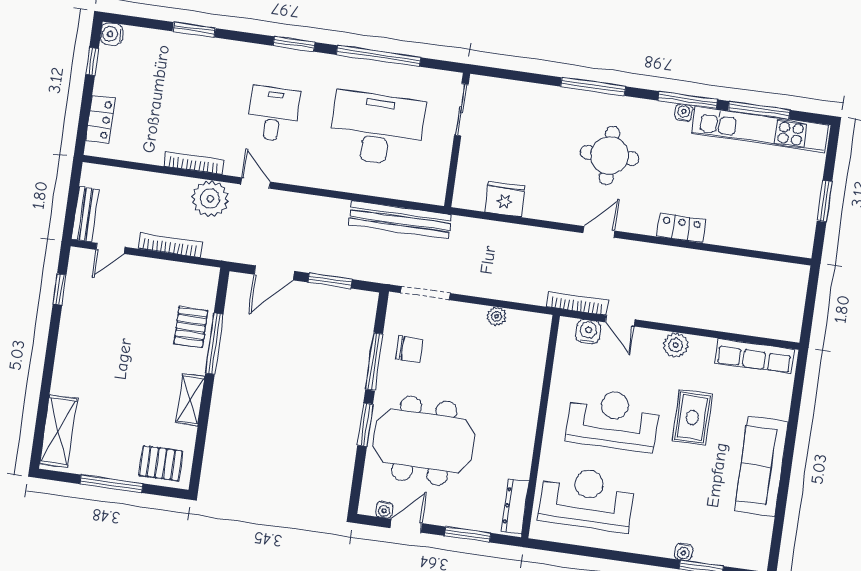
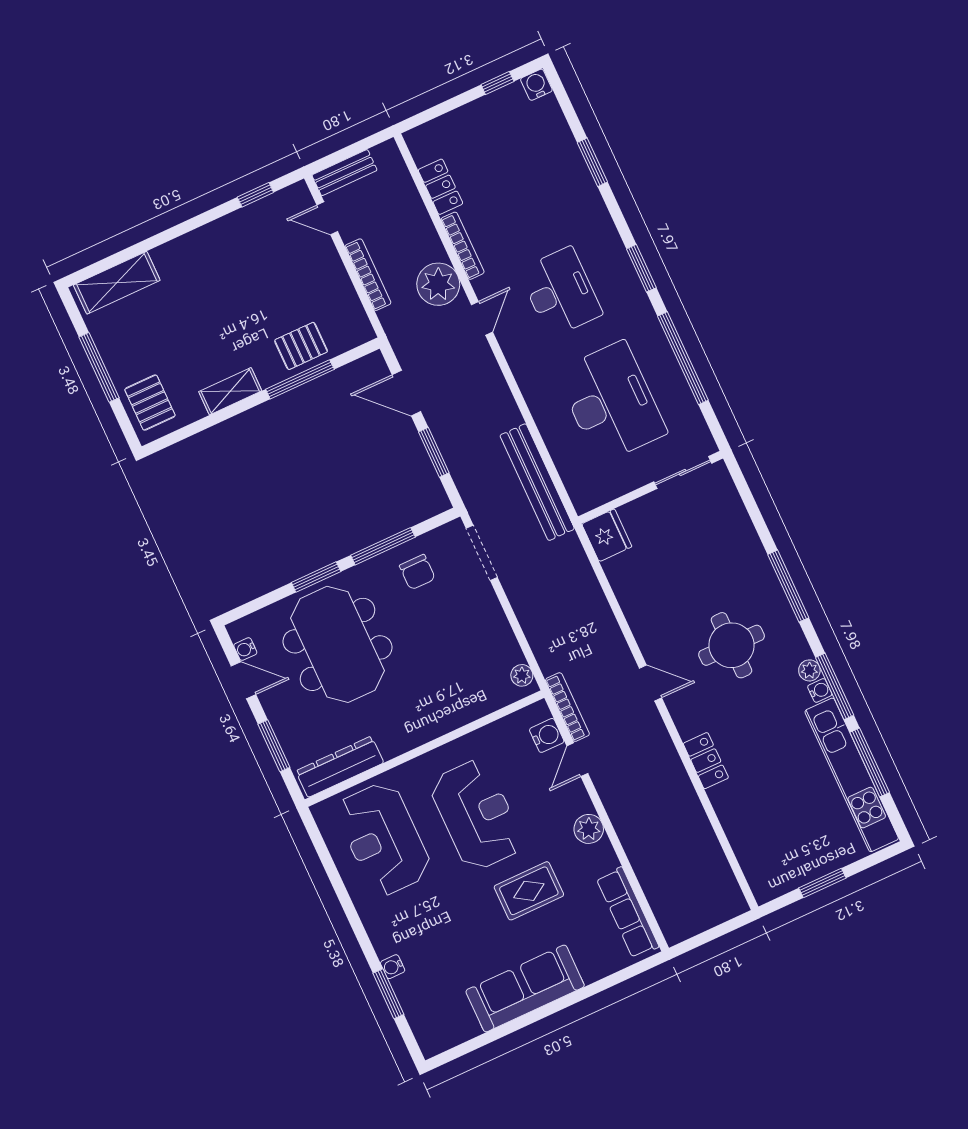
plant: (664, 111) -> (809, 670), added
desk: (273, 114) -> (560, 292), width x1.37
locker: (100, 119) -> (440, 187), moved, turned -90
fridge: (505, 199) -> (607, 535), moved
plant: (497, 316) -> (522, 675), moved
reception desk: (587, 499) -> (383, 839), turned 180
dresser: (515, 506) -> (340, 767), width x1.37, depth x1.24

